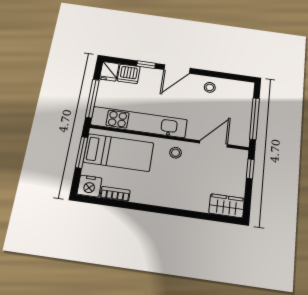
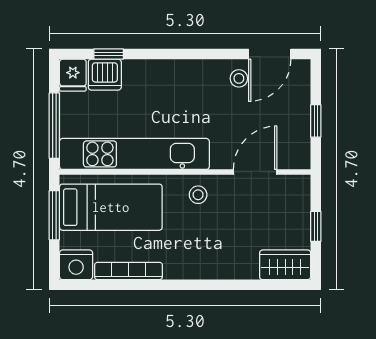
window: (146, 65) -> (109, 54), moved
door: (177, 69) -> (270, 54), moved
window: (255, 119) -> (316, 121), width x0.46
window: (250, 169) -> (316, 226), moved
bookcase: (115, 194) -> (128, 271), width x1.56

